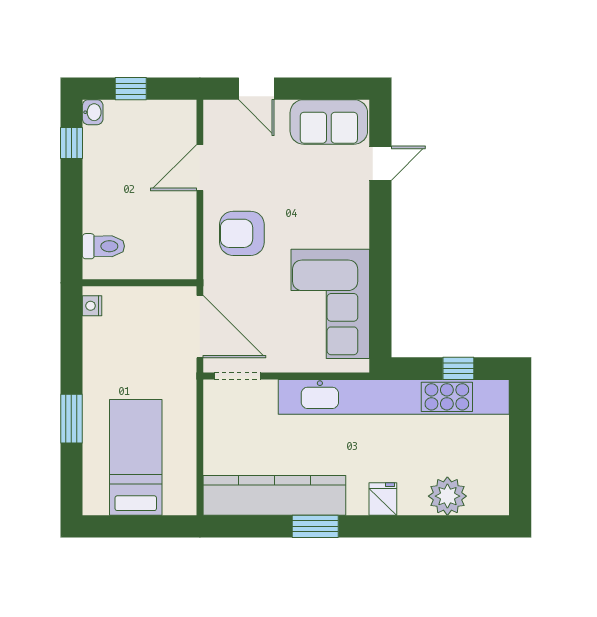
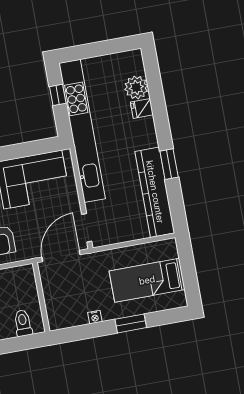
nightstand: (92, 306) -> (95, 317), moved
fridge: (383, 499) -> (142, 108), moved

